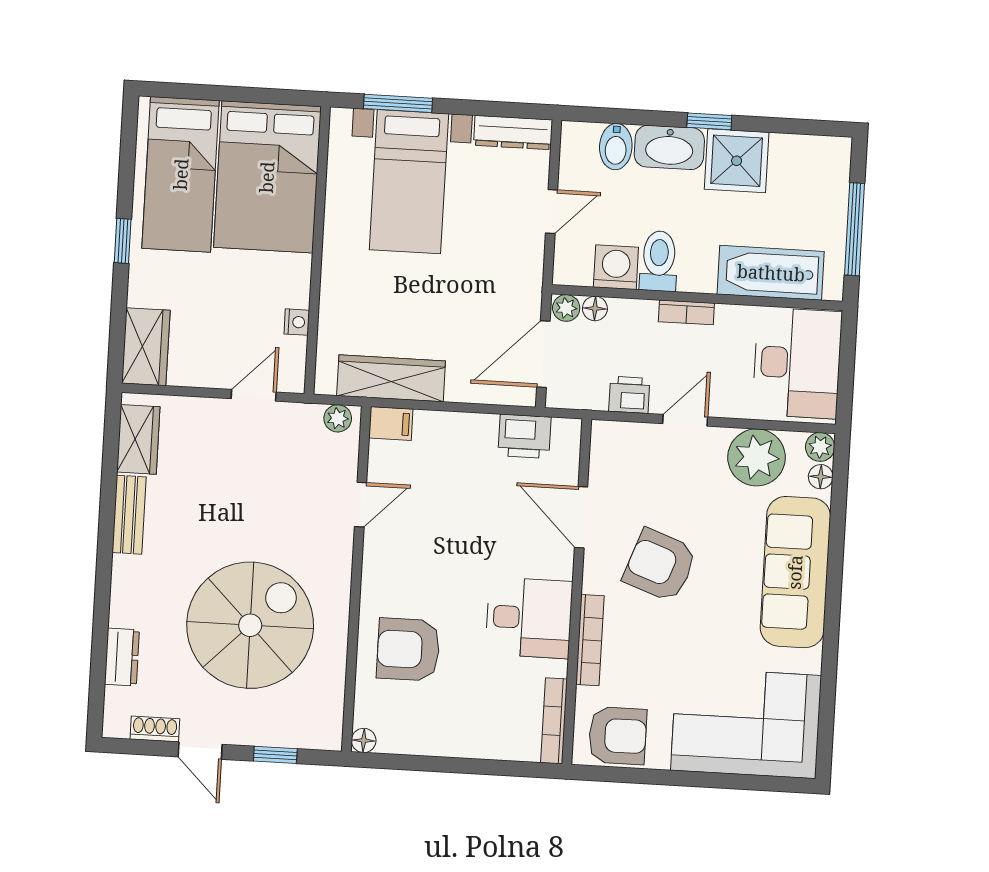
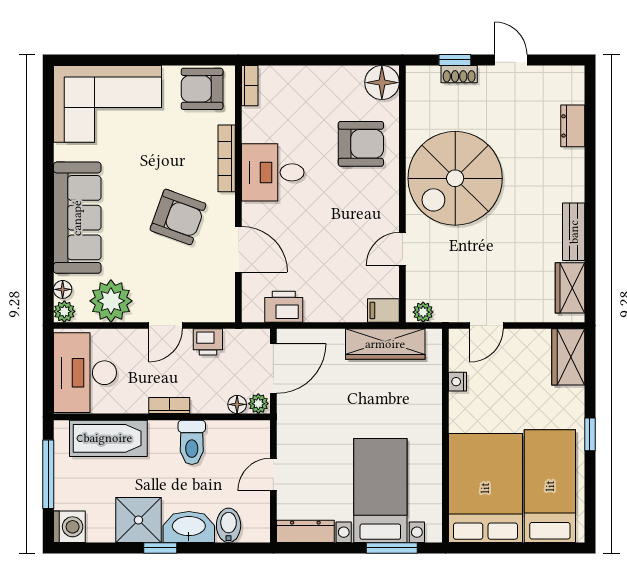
washing machine: (616, 267) -> (69, 527), moved, turned -90
spiral stairs: (250, 625) -> (455, 178), moved
bookcase: (554, 721) -> (250, 86), width x0.64
shoe rack: (155, 729) -> (459, 74), moved
floor lamp: (364, 740) -> (382, 83), width x1.89, depth x1.89

